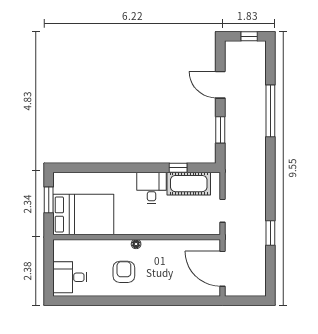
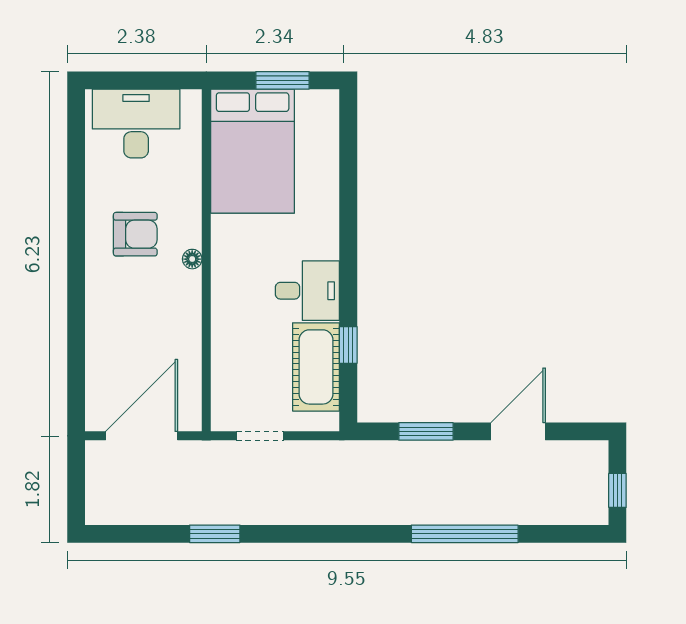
desk: (70, 277) -> (136, 123), width x1.37

